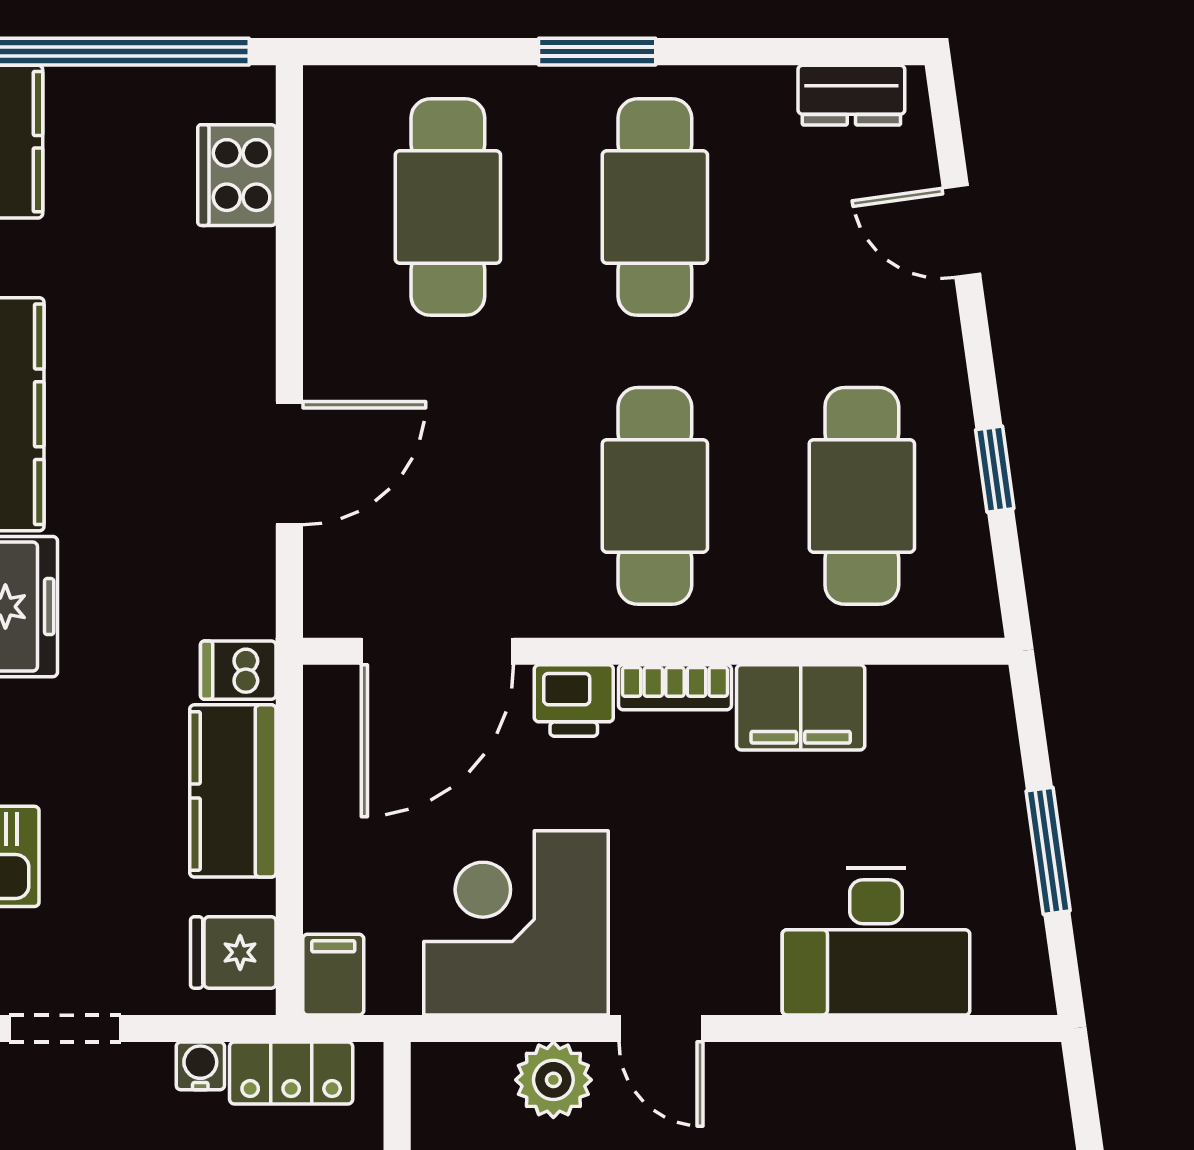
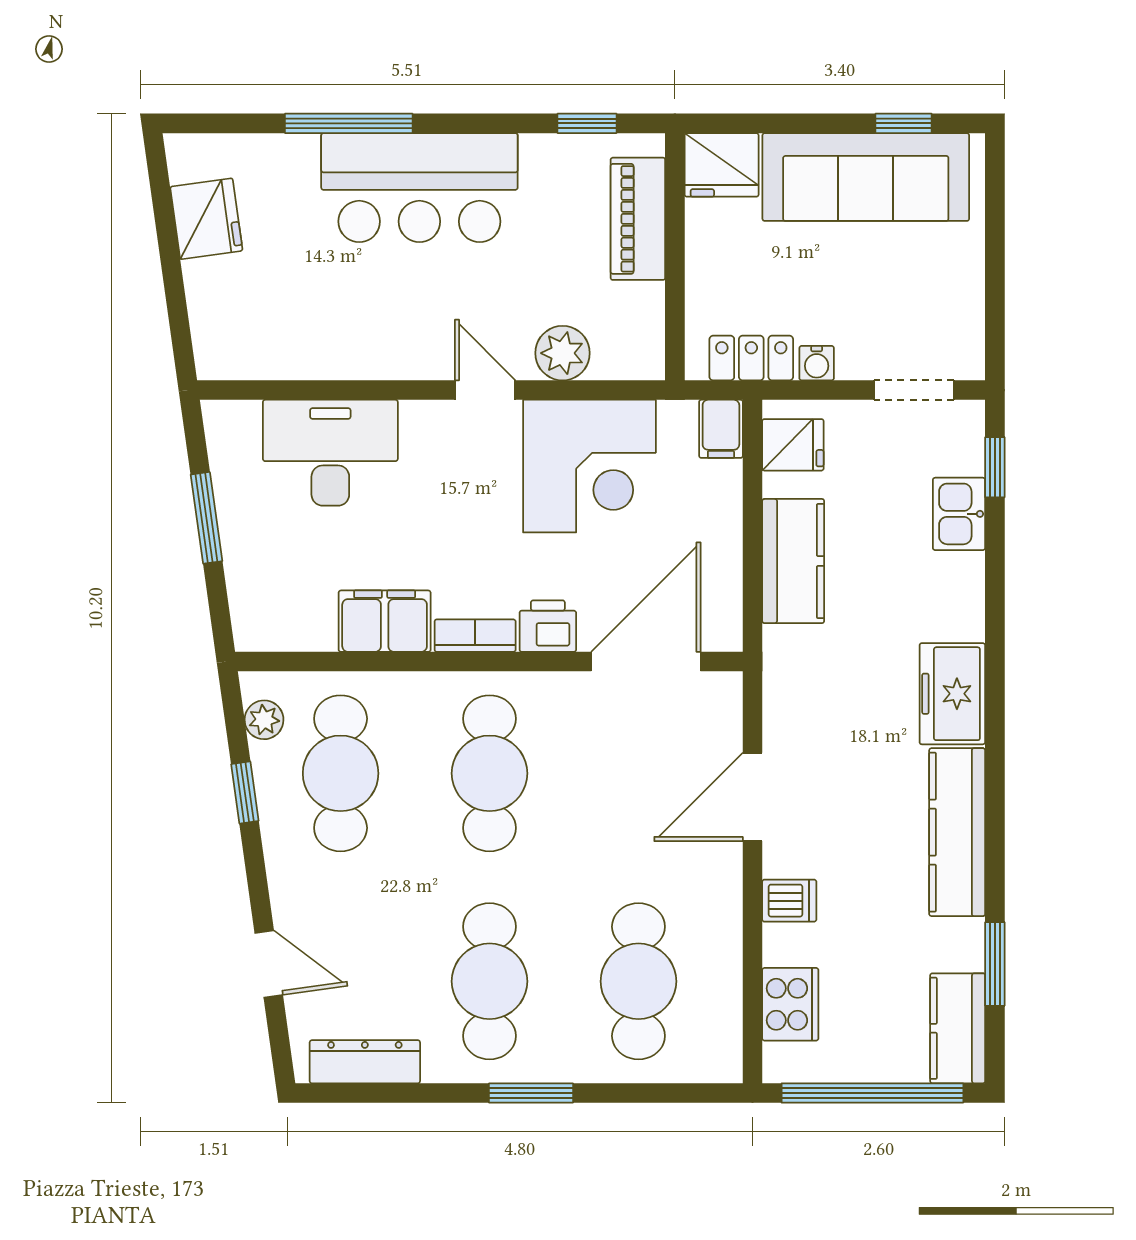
dresser: (851, 95) -> (365, 1062), width x1.44
plant: (968, 570) -> (264, 720), added
dishwasher: (238, 670) -> (789, 901), moved

